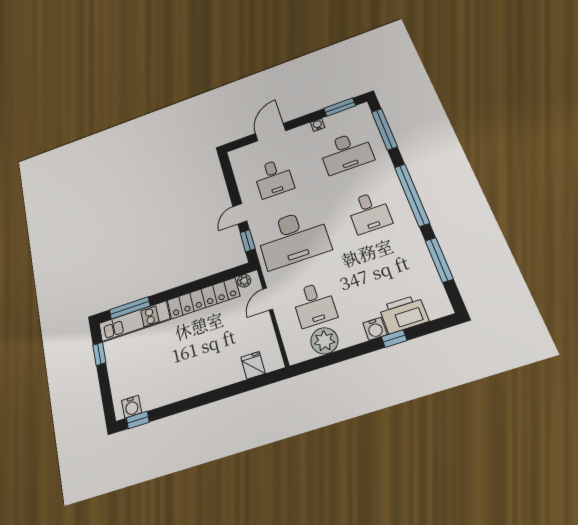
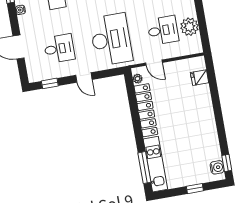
window: (248, 241) -> (50, 83), moved
window: (99, 354) -> (195, 189), moved

